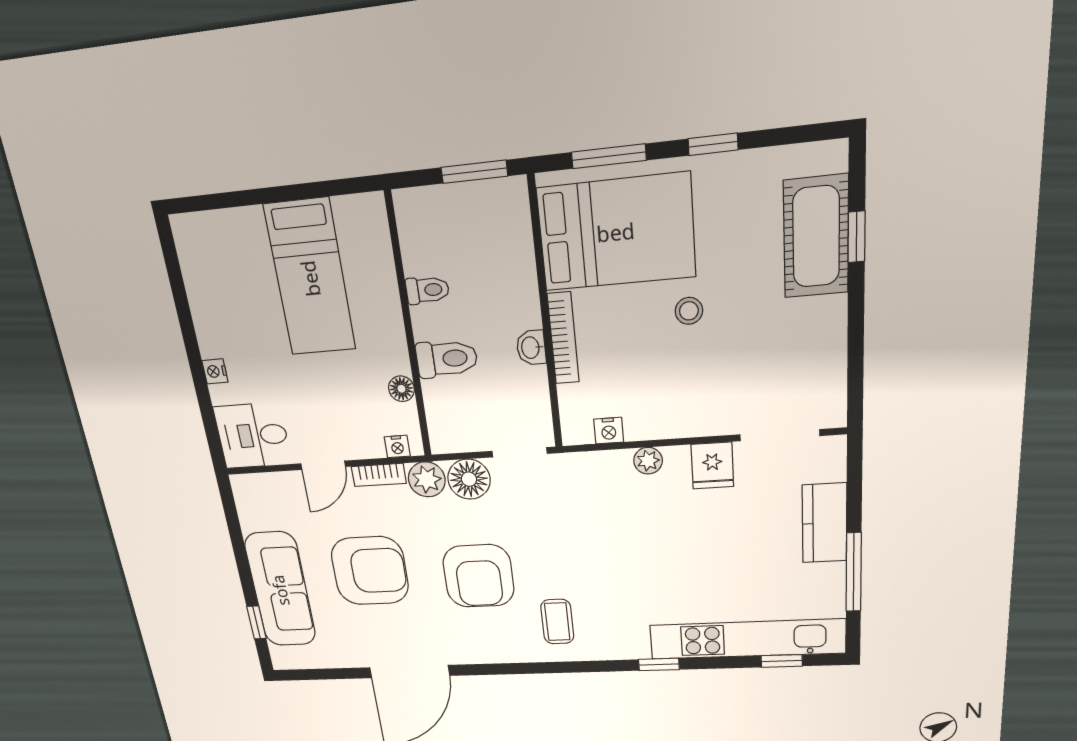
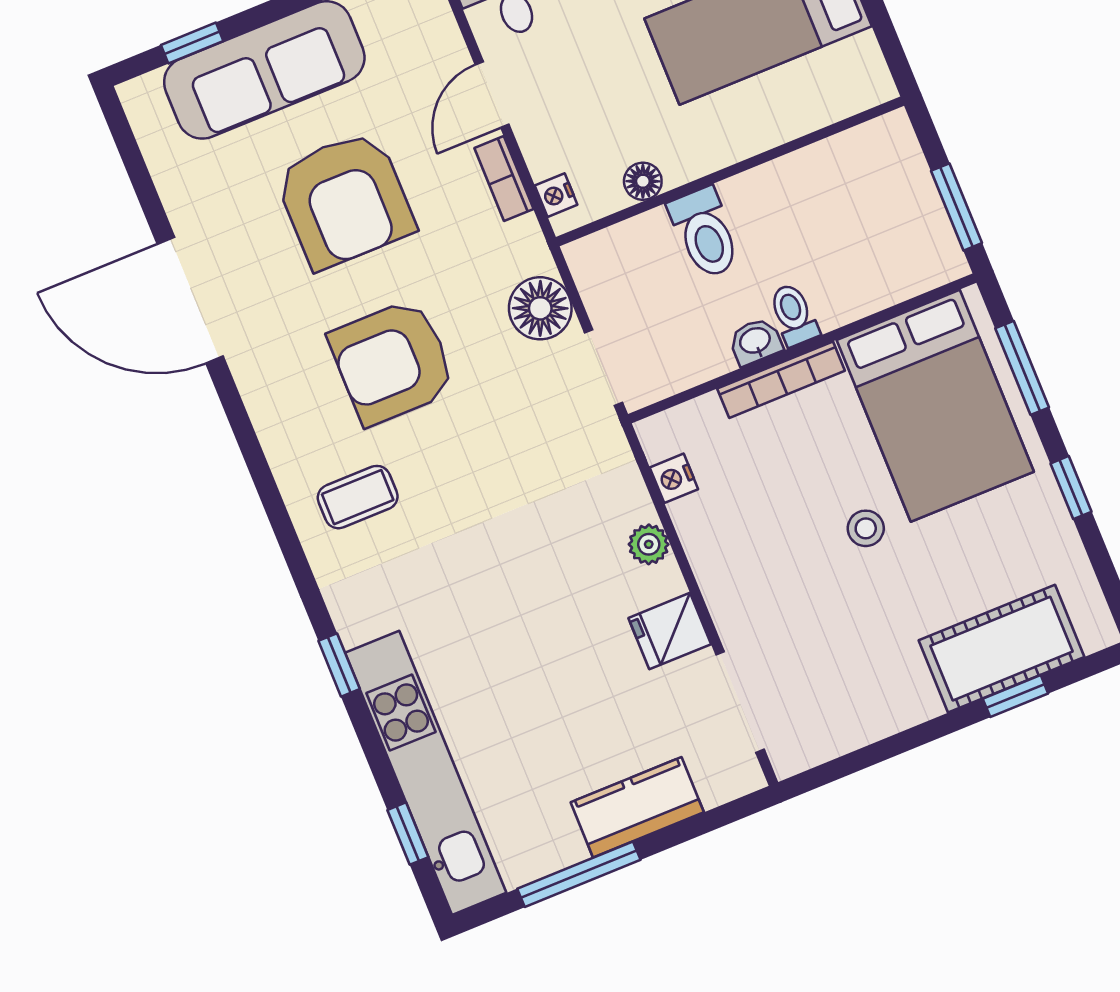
toilet: (427, 290) -> (794, 315), moved, turned 180
door: (323, 465) -> (492, 95), hinge flipped
plant: (427, 479) -> (520, 249), removed

